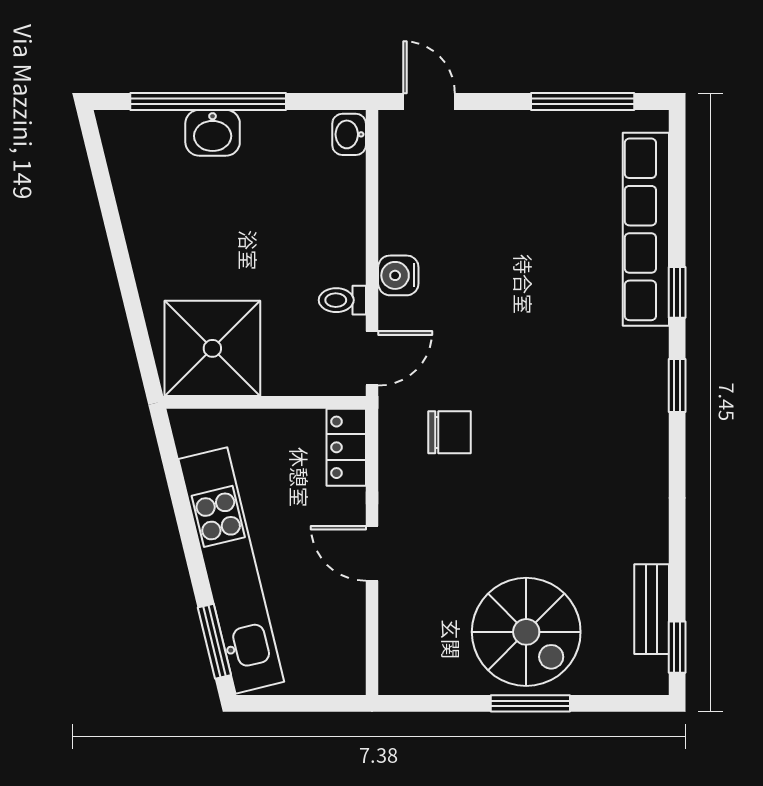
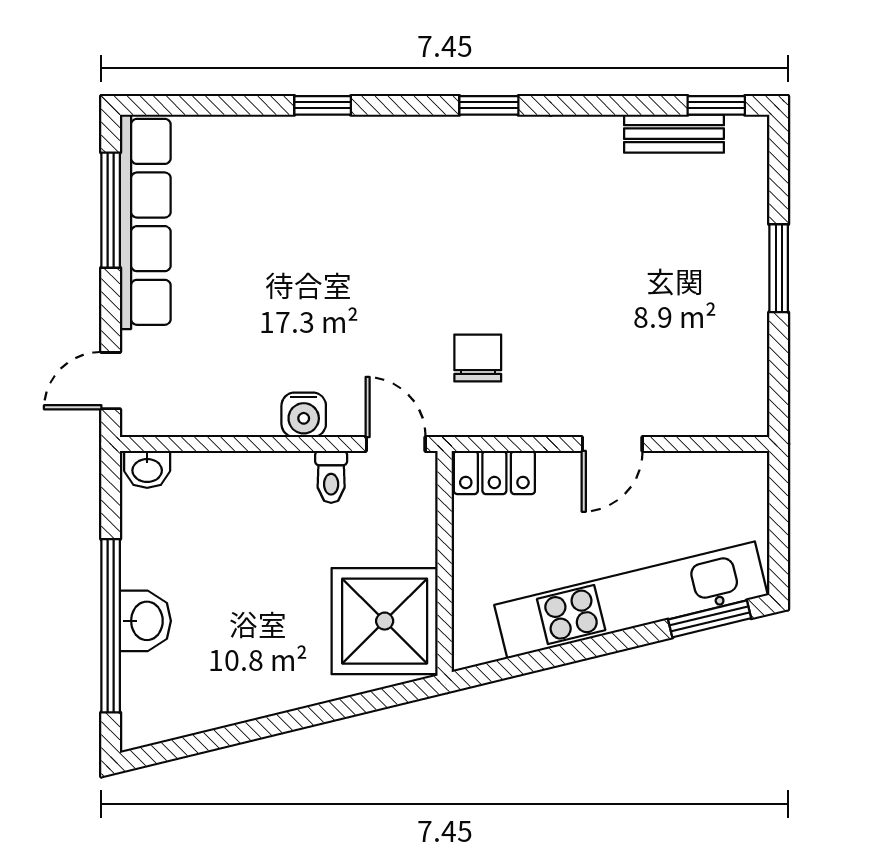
row of seats: (646, 229) -> (145, 222), moved, turned -90
window: (677, 385) -> (489, 105), moved
spiral stairs: (526, 632) -> (699, 273), removed

